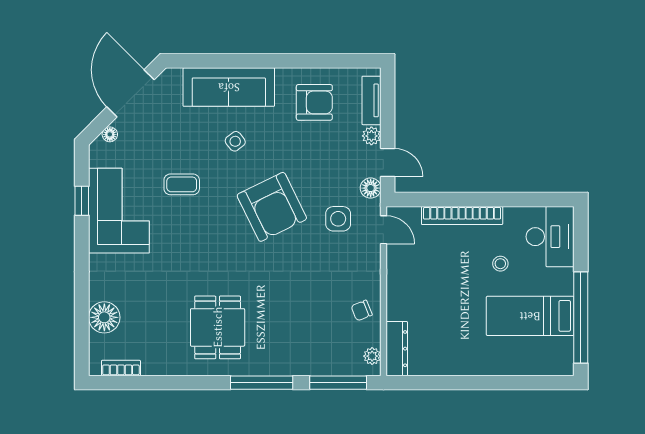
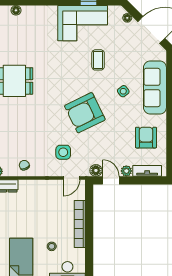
armchair: (314, 102) -> (146, 138), turned 180
door: (388, 163) -> (111, 180), swing flipped
side table: (338, 219) -> (63, 152), moved
floor lamp: (104, 317) -> (16, 10), width x0.53, depth x0.53

